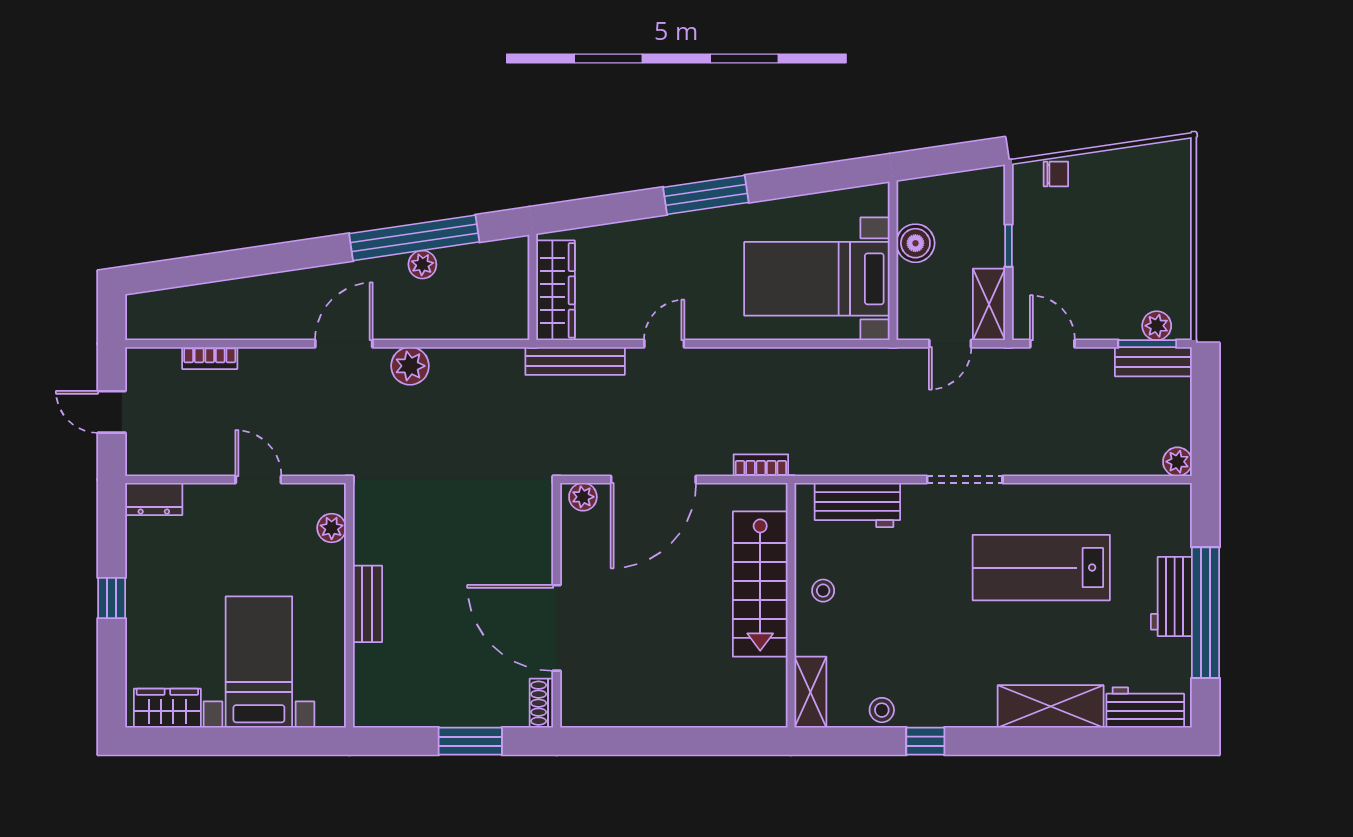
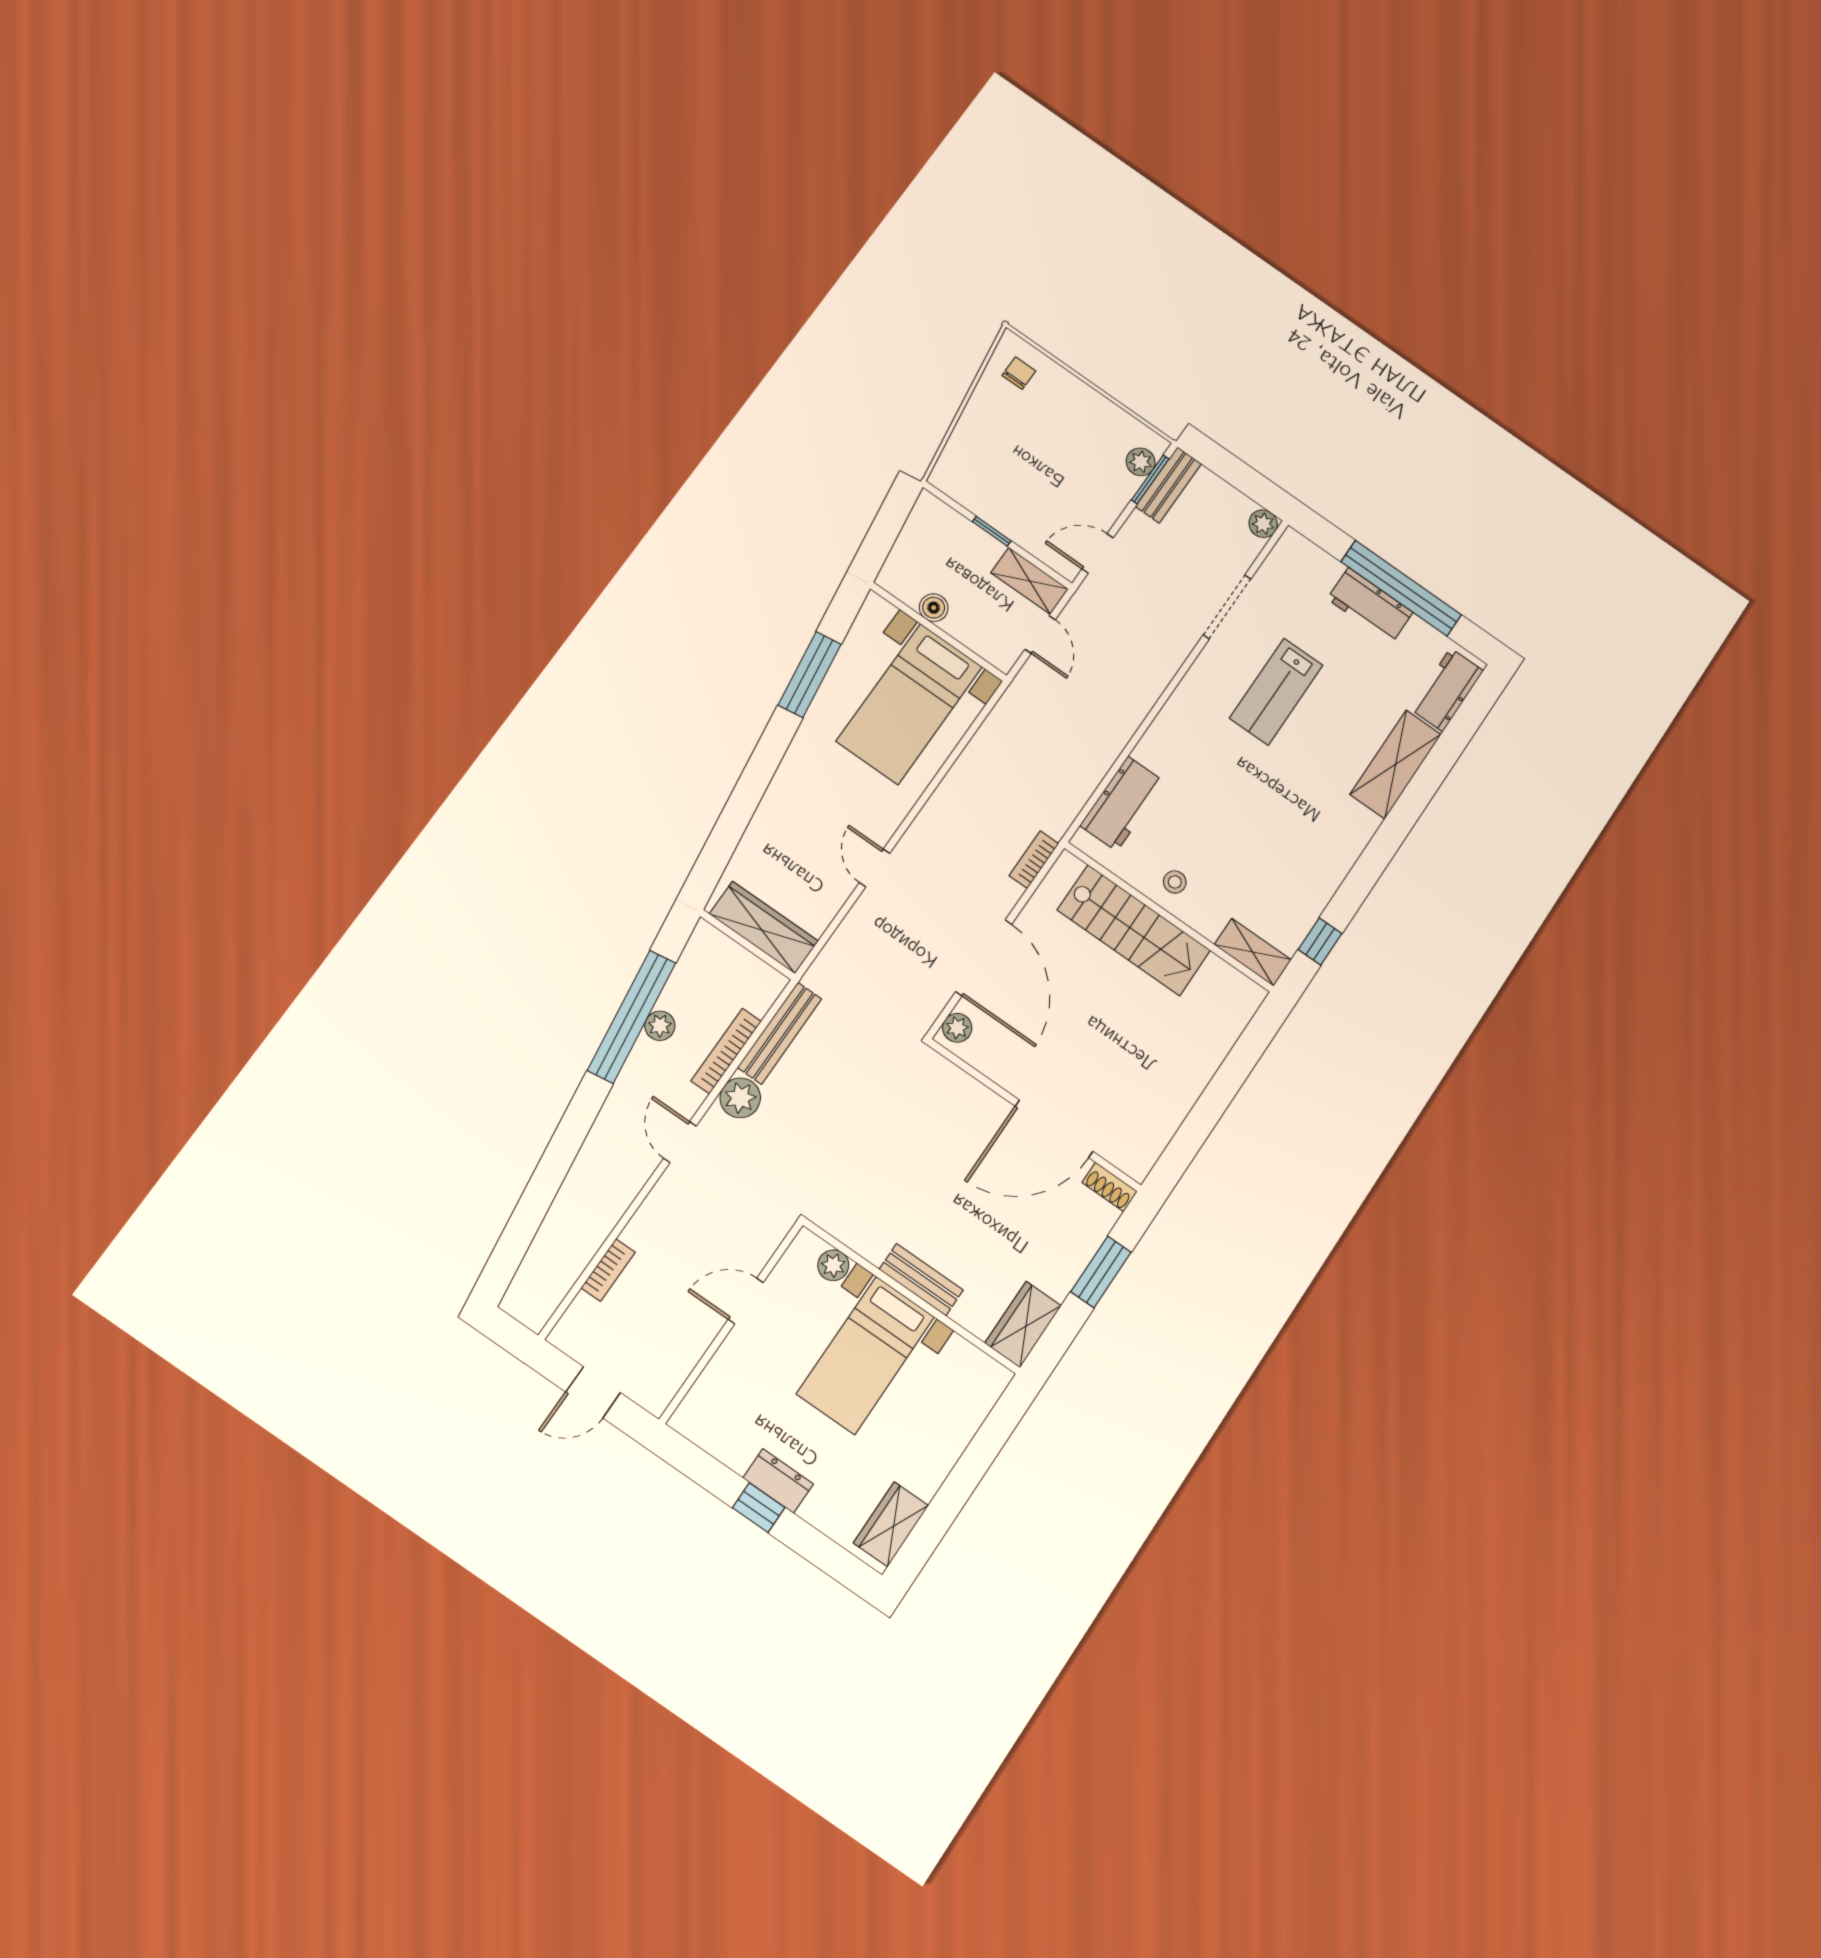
chair: (1056, 174) -> (1019, 373), moved
window: (706, 195) -> (810, 675), moved
boiler: (915, 243) -> (934, 608), width x0.73, depth x0.73
bookcase: (439, 329) -> (726, 1051), added
door: (344, 344) -> (680, 1142), width x0.73
bench: (575, 361) -> (780, 1033), moved
doorway: (965, 480) -> (1227, 607), moved
dresser: (154, 499) -> (778, 1481), moved, turned -90
lab bench: (1041, 568) -> (1276, 692), width x0.73, depth x0.72
bed with nightstands: (259, 662) -> (865, 1355), moved, turned -90
wardrobe: (388, 707) -> (1023, 1324), added
stool: (882, 710) -> (1307, 904), removed
window: (925, 741) -> (1320, 941), moved

